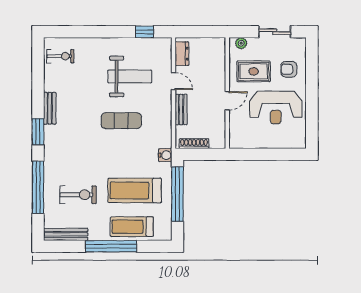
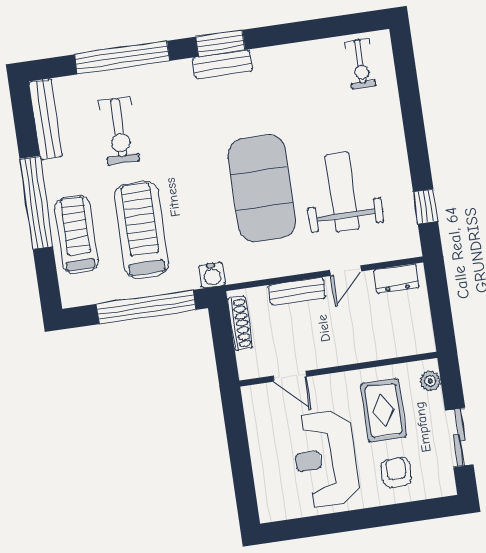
weight bench: (130, 76) -> (342, 192), turned 180
door: (227, 101) -> (290, 376), moved
bench: (50, 108) -> (223, 64), moved
exercise mat: (121, 121) -> (262, 188), width x2.00, depth x1.45

